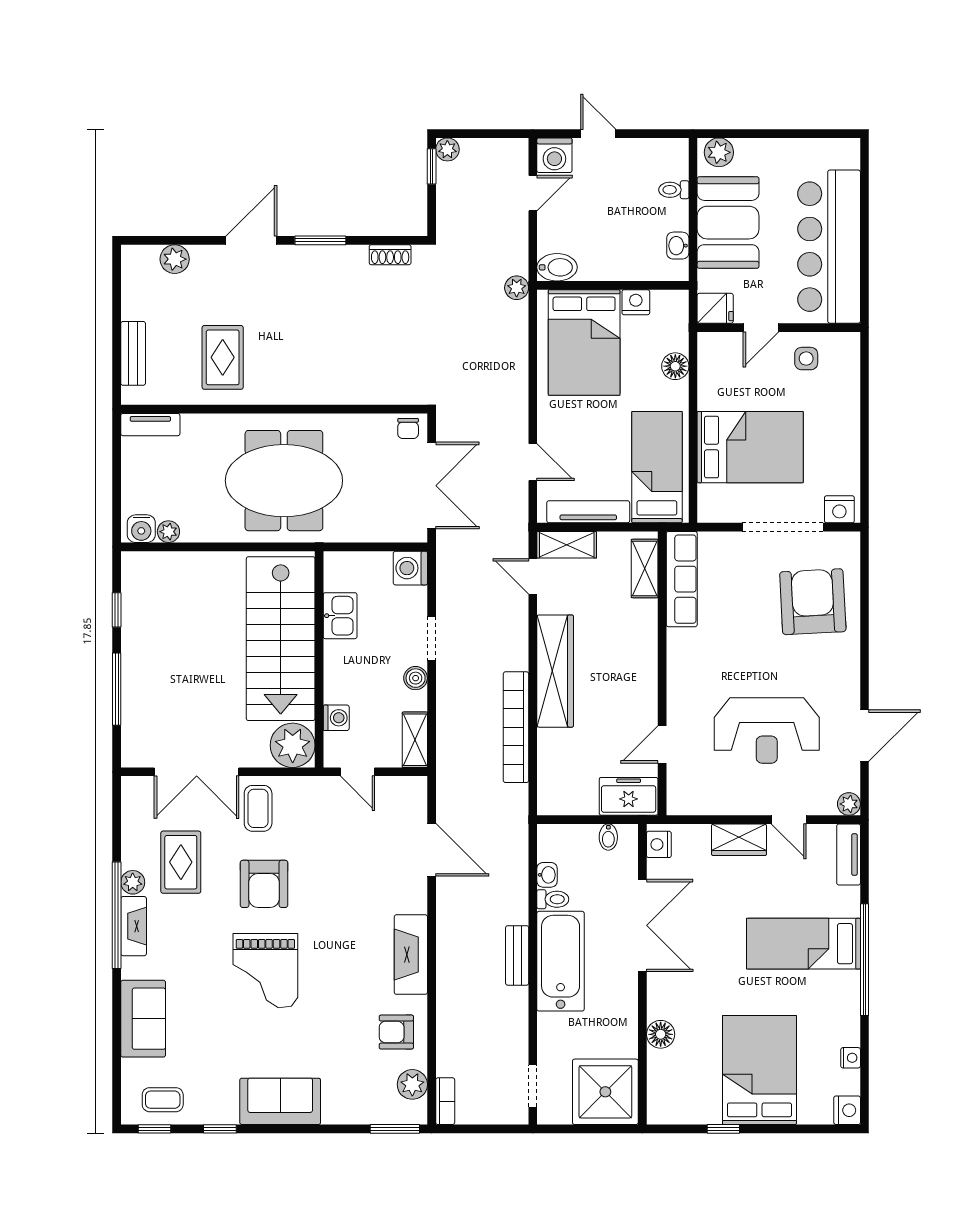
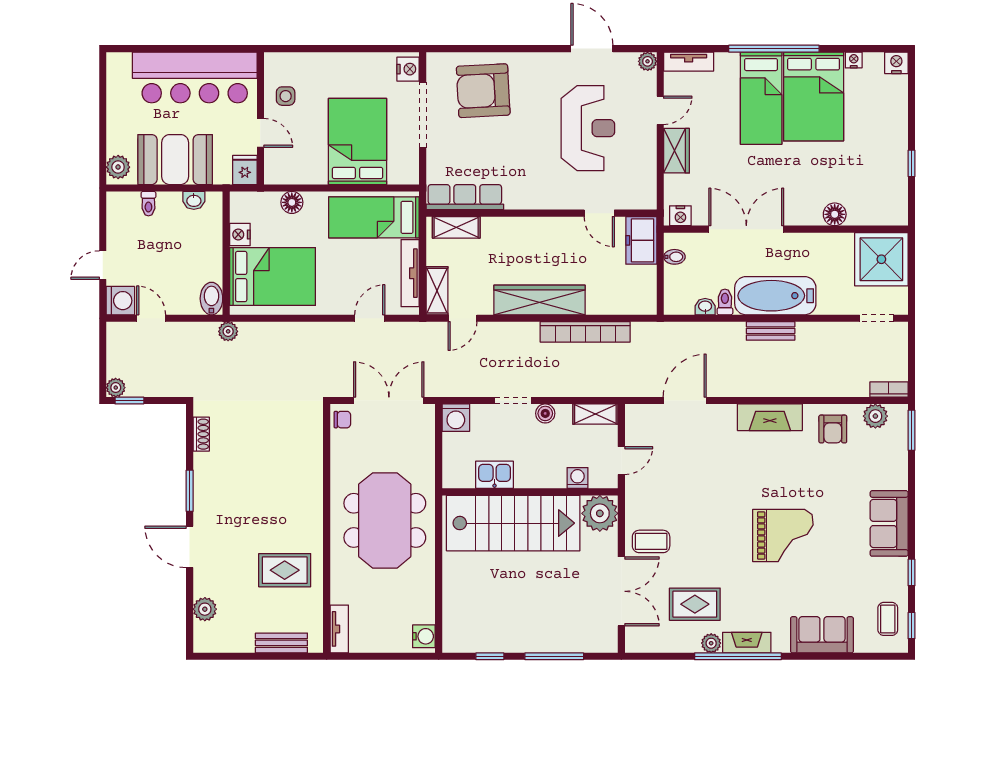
plant: (168, 532) -> (426, 614), removed
armchair: (264, 884) -> (712, 537), removed
bed: (759, 1070) -> (814, 96), moved, turned -90

